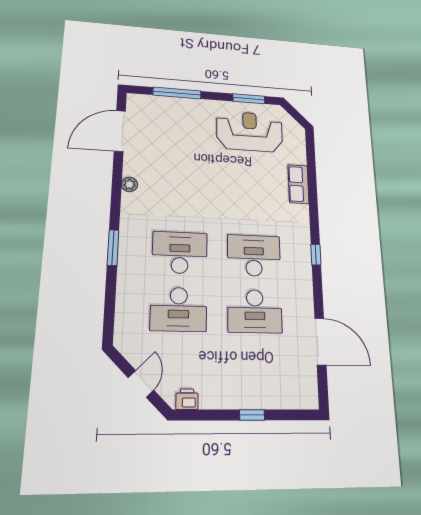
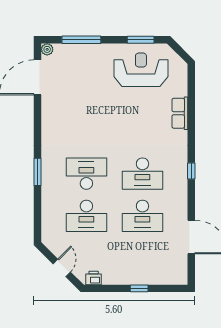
plant: (130, 184) -> (47, 49), moved
desk: (254, 256) -> (142, 174), turned 180

